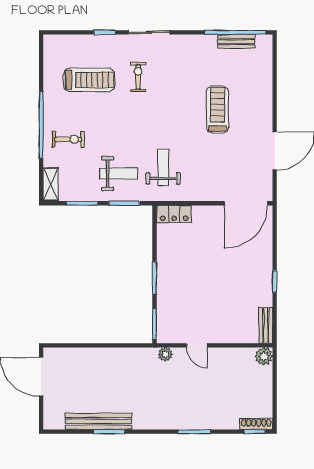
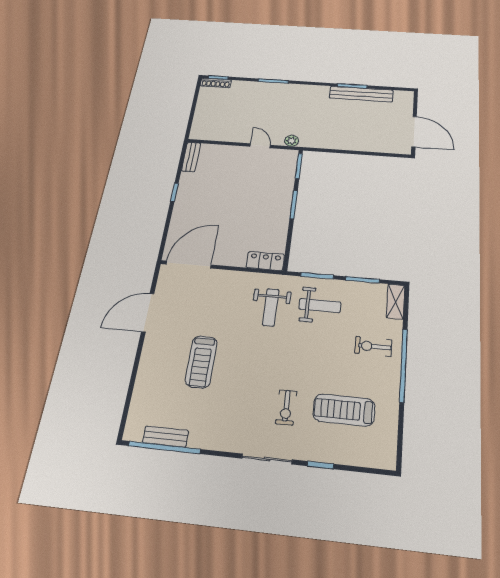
weight bench: (119, 174) -> (320, 306), turned 180
plant: (264, 356) -> (198, 133), removed

